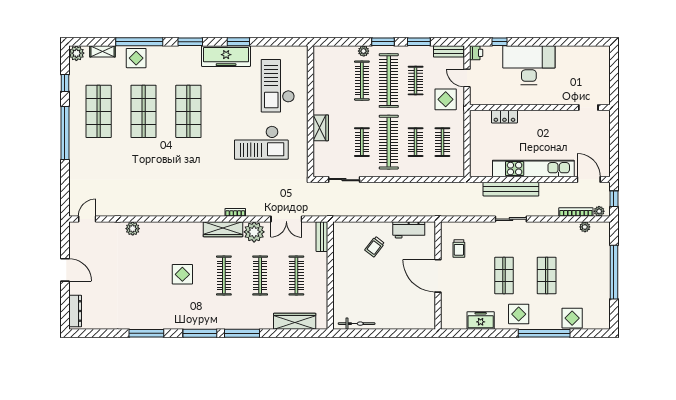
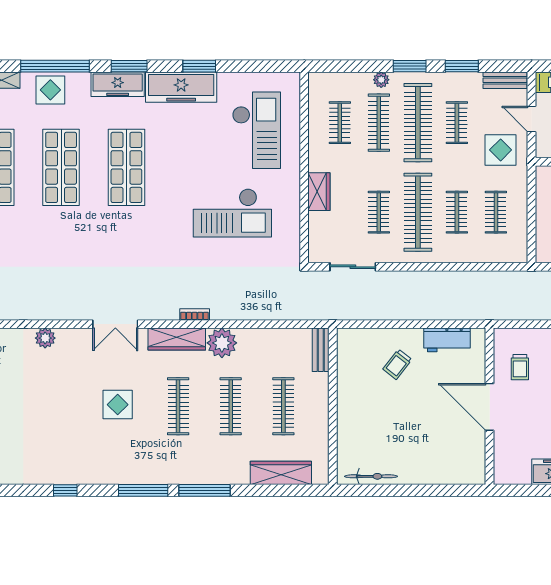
freezer: (182, 54) -> (118, 84), added
clothes rail: (335, 81) -> (340, 123), added
checkout: (278, 86) -> (257, 130), turned 180
double door: (286, 219) -> (115, 324), moved
window: (146, 333) -> (65, 490), width x0.46

